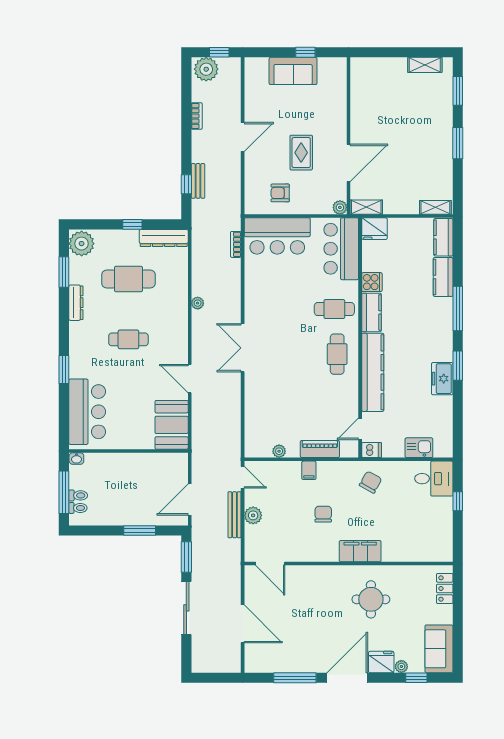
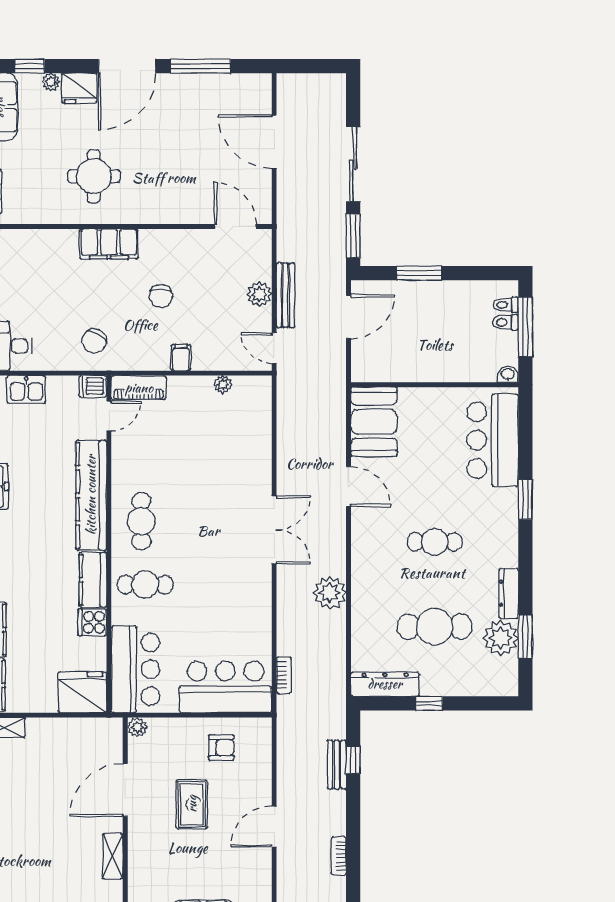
shelving: (366, 207) -> (113, 856), moved, turned 90
fridge: (374, 229) -> (82, 692), width x1.36, depth x1.34
plant: (82, 244) -> (501, 638), moved
plant: (198, 303) -> (330, 593), width x1.88, depth x1.88
piano: (320, 449) -> (139, 388), moved

